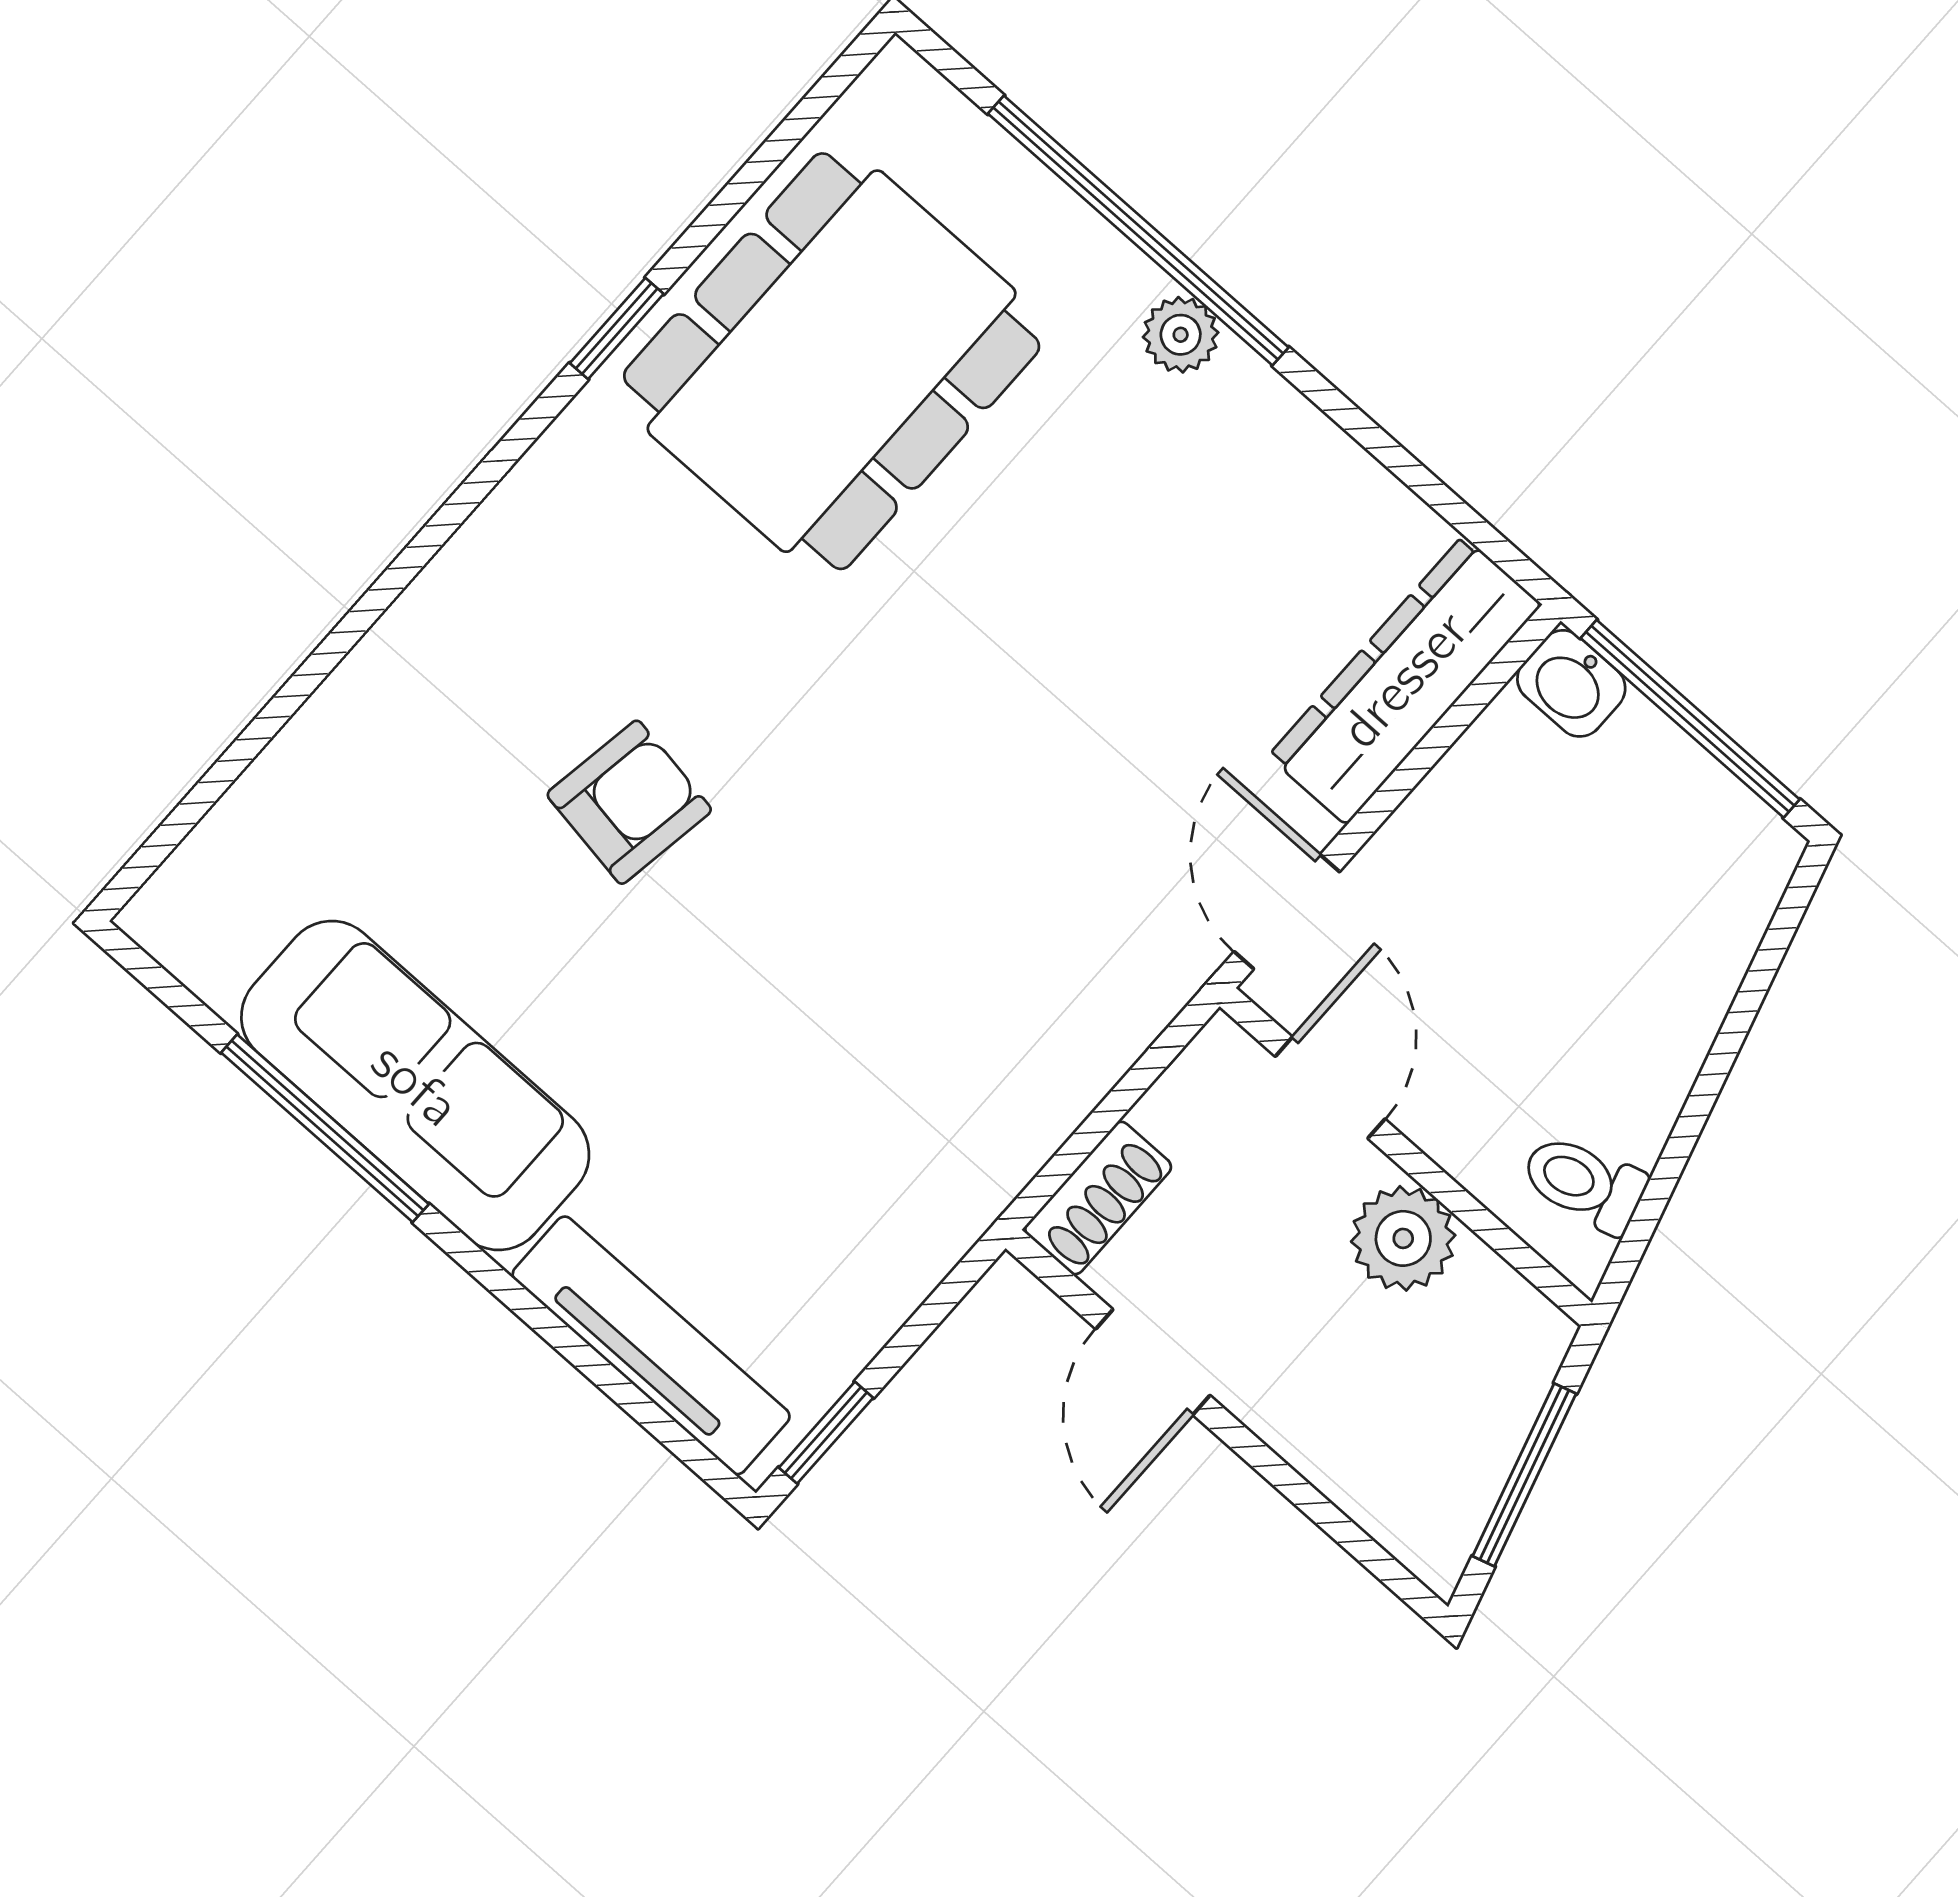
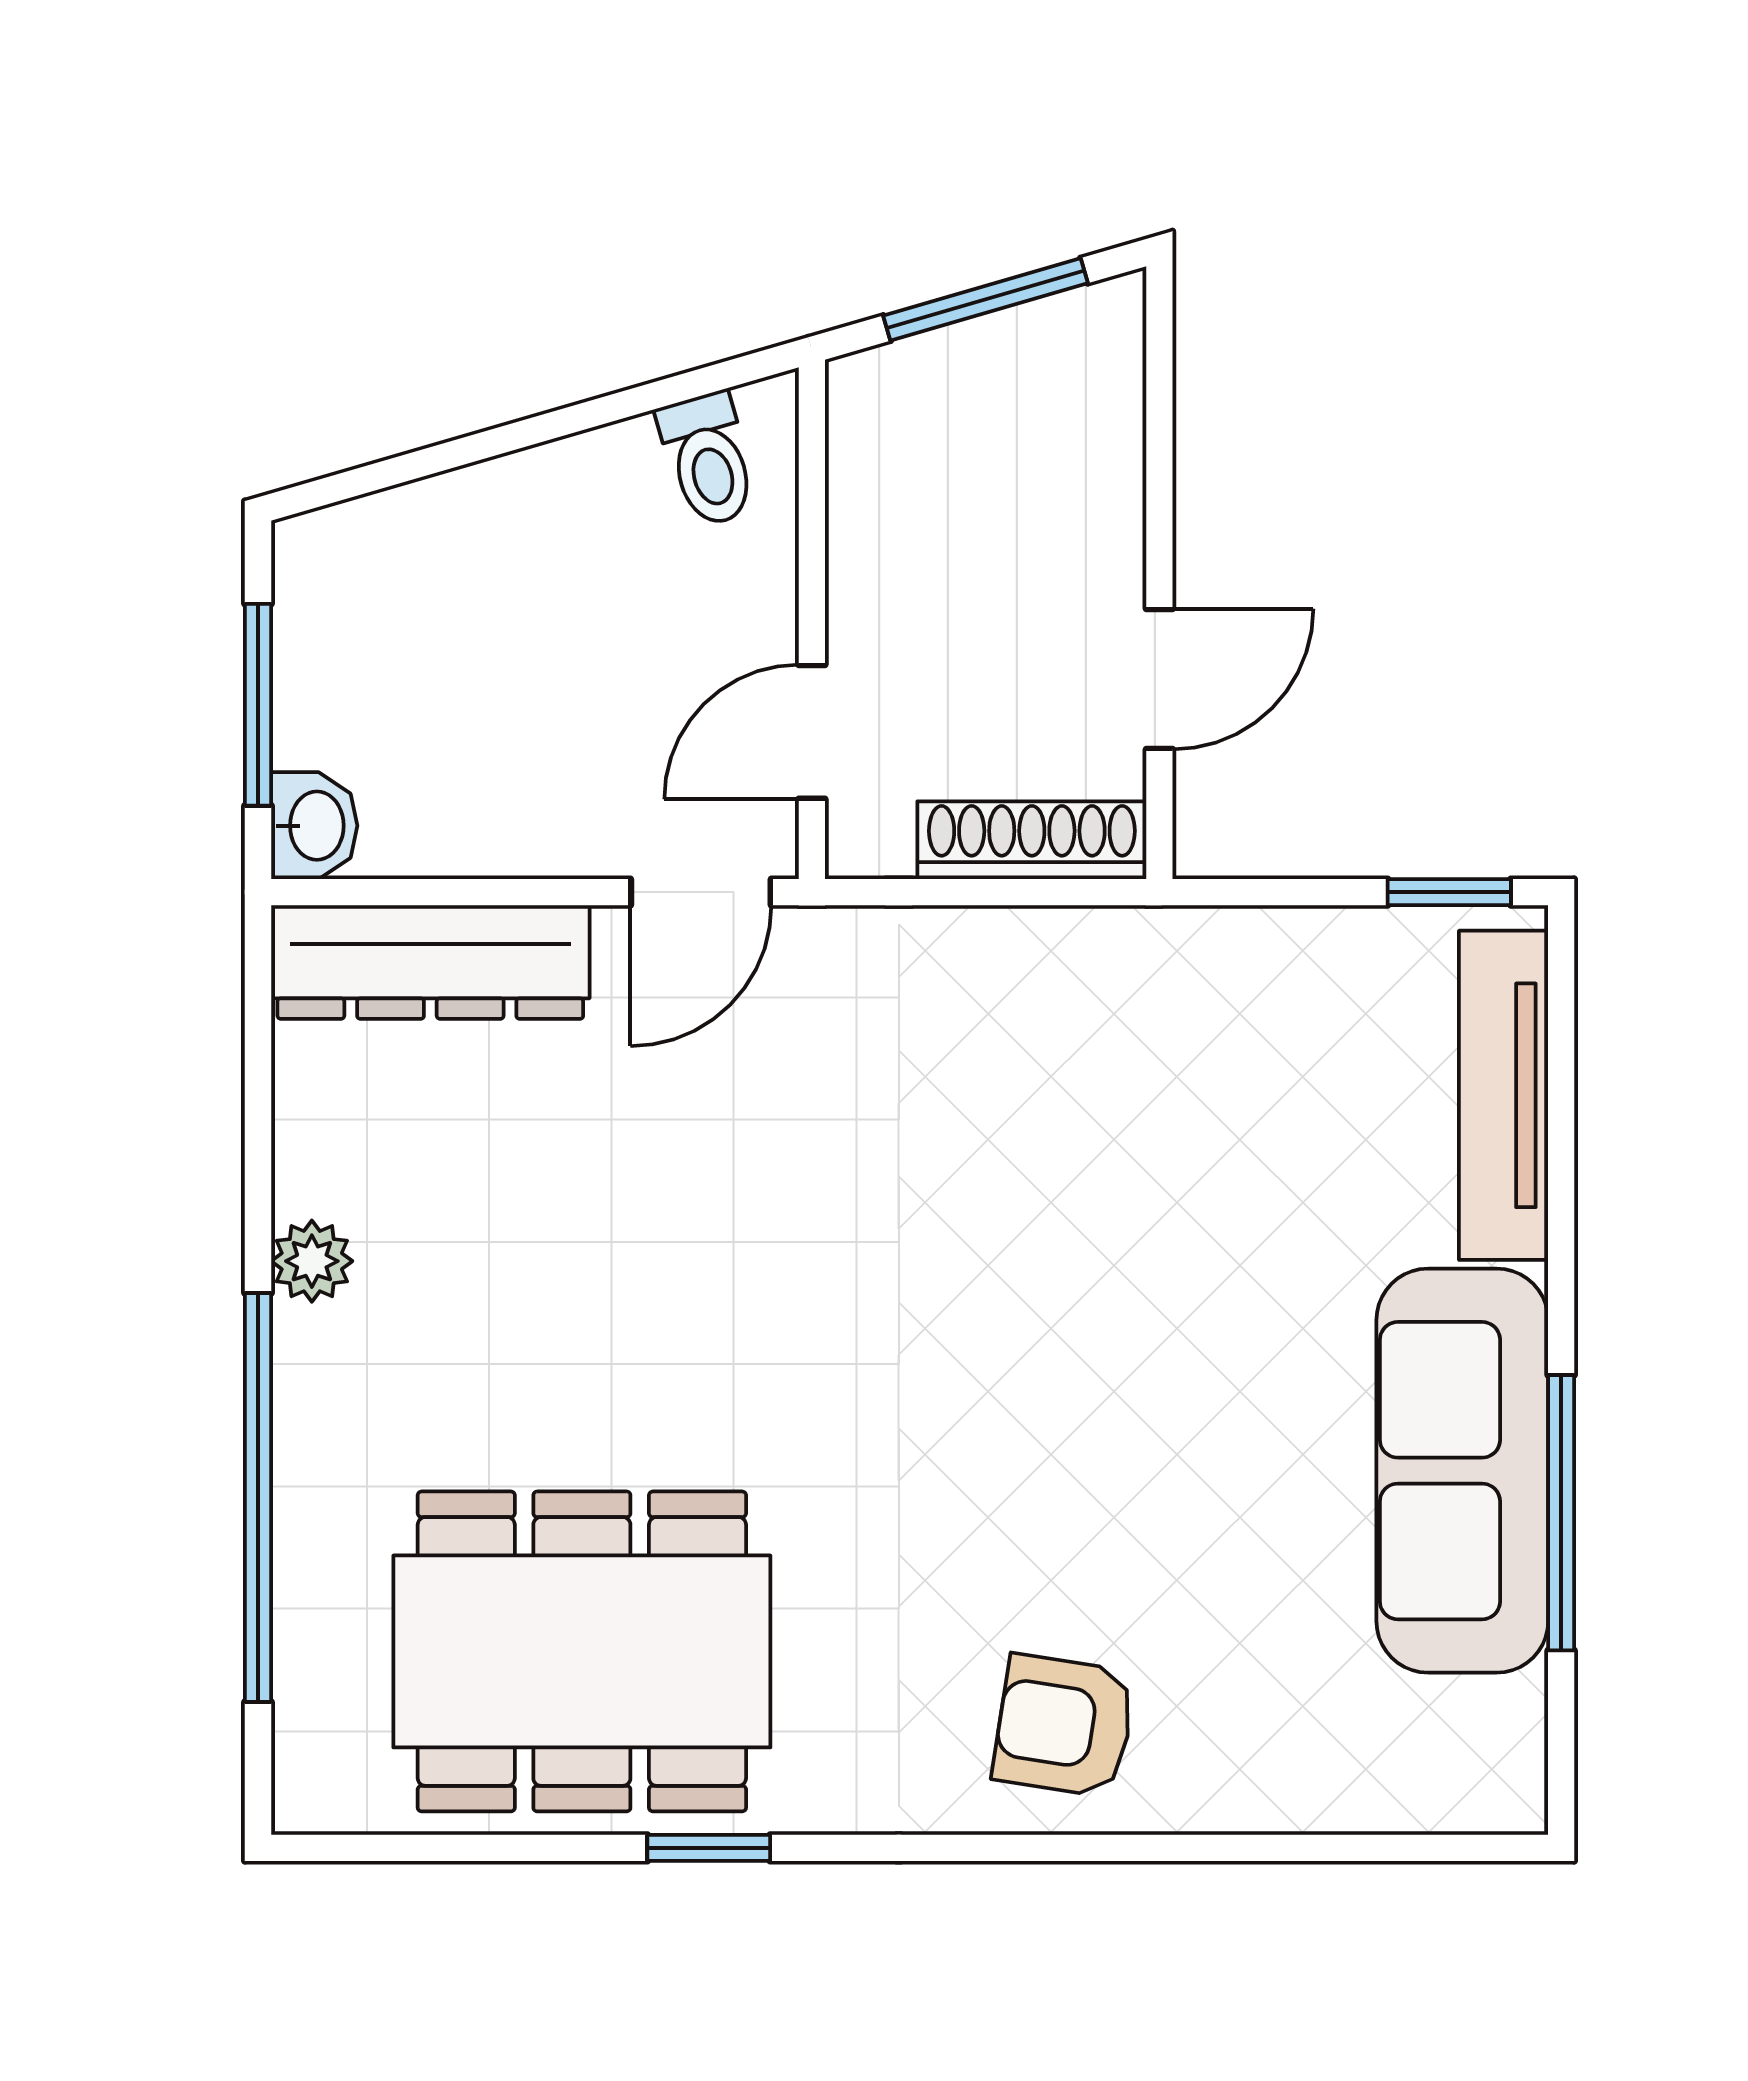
plant: (1181, 335) -> (312, 1261), moved
window: (1690, 719) -> (258, 705), width x0.69
armchair: (629, 802) -> (1064, 1726), moved
shoe rack: (1098, 1198) -> (1032, 840), width x1.43
plant: (1403, 1238) -> (881, 566), removed

